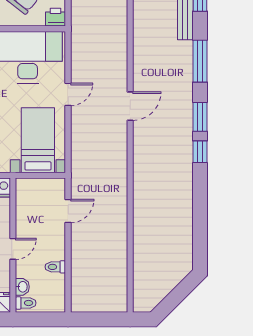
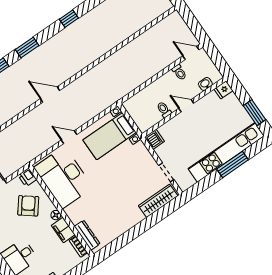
window: (200, 152) -> (69, 19), moved
door: (68, 211) -> (191, 53), moved
toilet: (26, 303) -> (164, 110), moved

